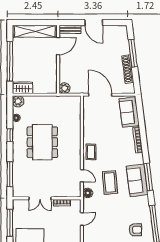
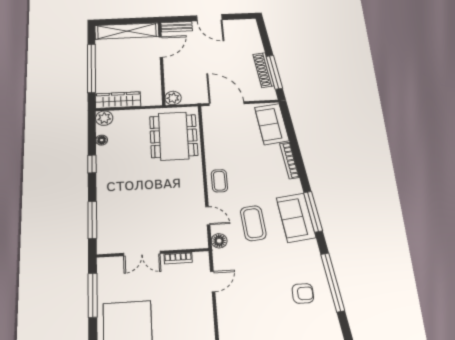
window: (133, 53) -> (274, 72), moved
wardrobe: (22, 88) -> (118, 100), width x1.50
dining table: (42, 142) -> (174, 136), moved

